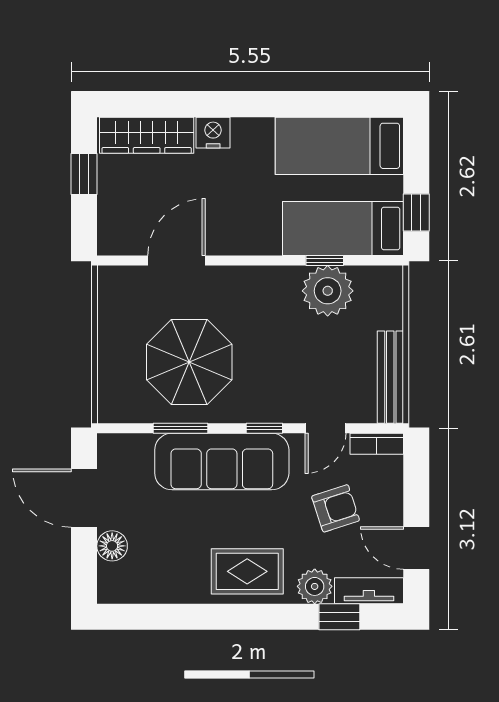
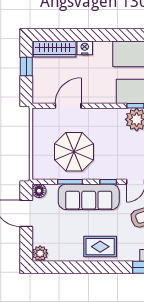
floor lamp: (112, 546) -> (39, 191), moved
plant: (315, 586) -> (40, 253), moved

